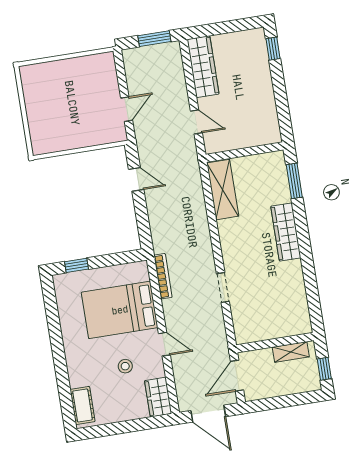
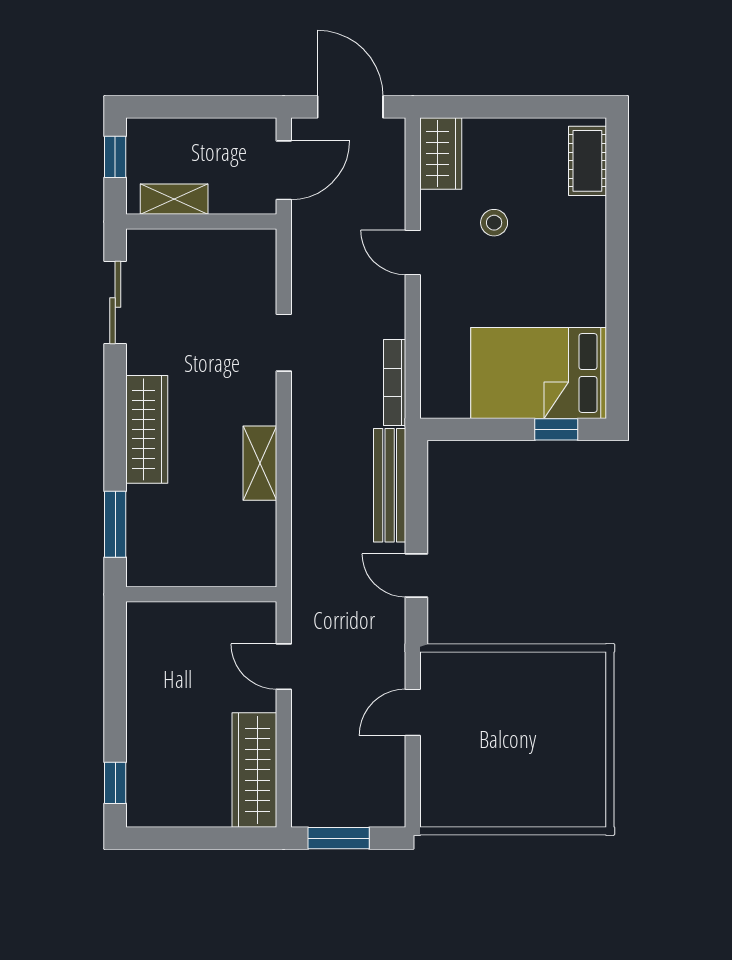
shelving: (223, 190) -> (260, 463), moved, width x0.67, depth x0.75
bench: (157, 223) -> (390, 485), added
sliding door: (312, 294) -> (115, 302), added
bed: (120, 310) -> (539, 373), moved, turned 180

